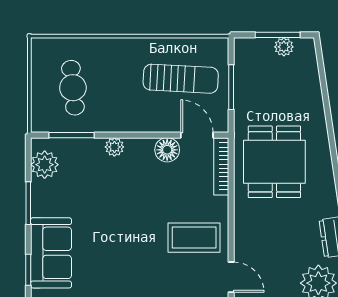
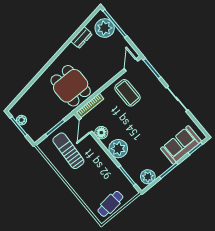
cafe table: (73, 88) -> (110, 204), moved
plant: (114, 147) -> (118, 149), width x1.88, depth x1.88
dining table: (274, 162) -> (71, 86), turned 90

